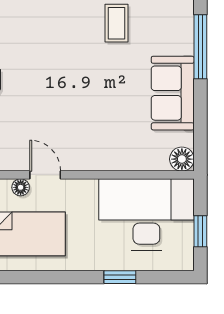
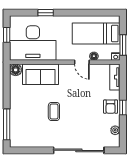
coffee table: (117, 23) -> (54, 111), moved
sofa: (173, 93) -> (40, 74), moved, turned 90

